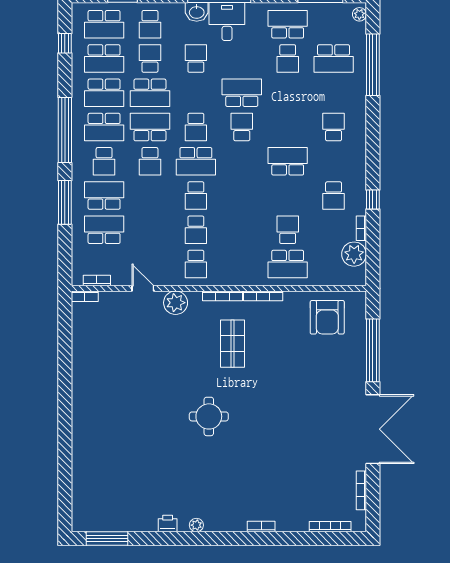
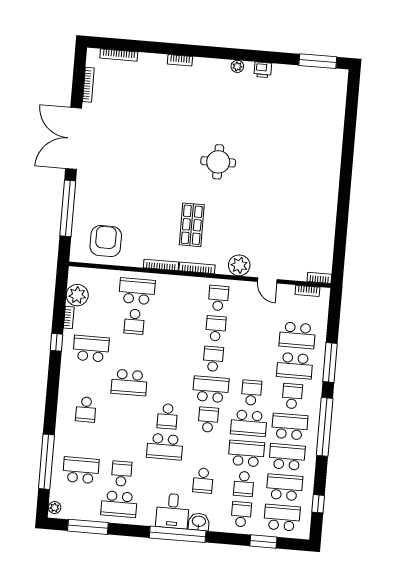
school desk: (334, 196) -> (91, 349), width x1.85

